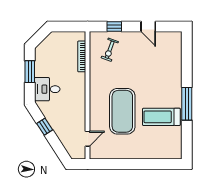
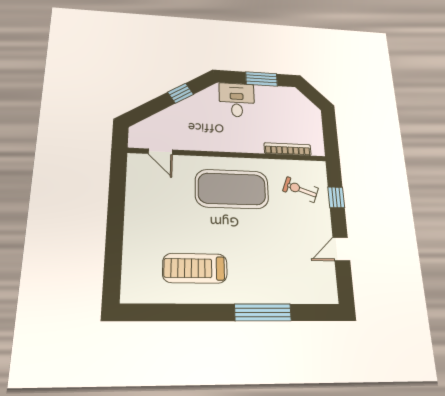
window: (187, 104) -> (263, 312), moved
exercise mat: (122, 111) -> (232, 189), moved
treadmill: (161, 117) -> (195, 268), turned -90

